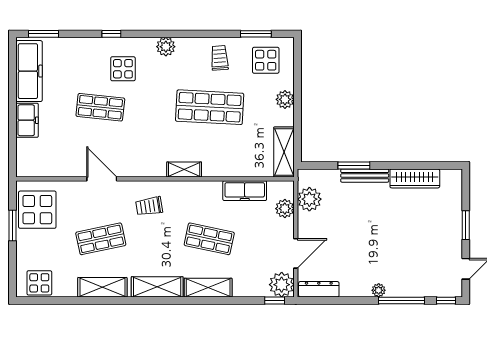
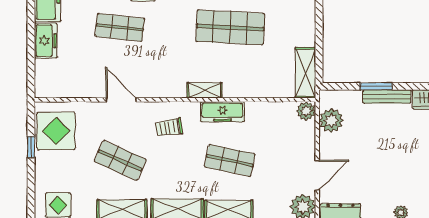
plant: (285, 99) -> (306, 20), removed
freezer: (245, 191) -> (222, 112), moved
plant: (285, 209) -> (306, 111), moved
window: (13, 226) -> (31, 147), width x0.67
shop shelf: (101, 239) -> (120, 160), turned 36

